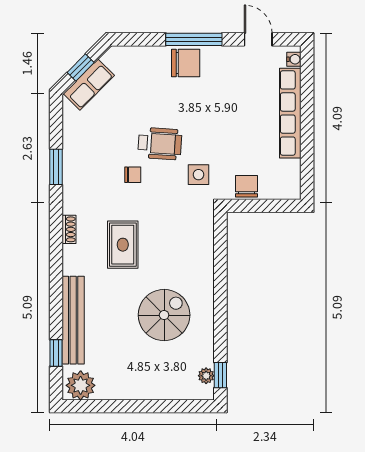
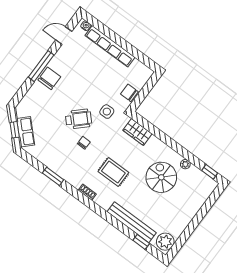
wheelchair: (160, 144) -> (78, 119), turned 42
wardrobe: (202, 237) -> (137, 132), added
plant: (206, 376) -> (185, 164), moved

